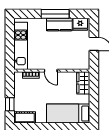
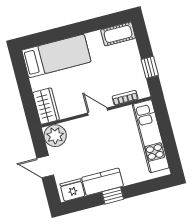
window: (55, 14) -> (113, 196), width x0.46
plant: (82, 62) -> (55, 136), added
window: (10, 104) -> (150, 67), moved

